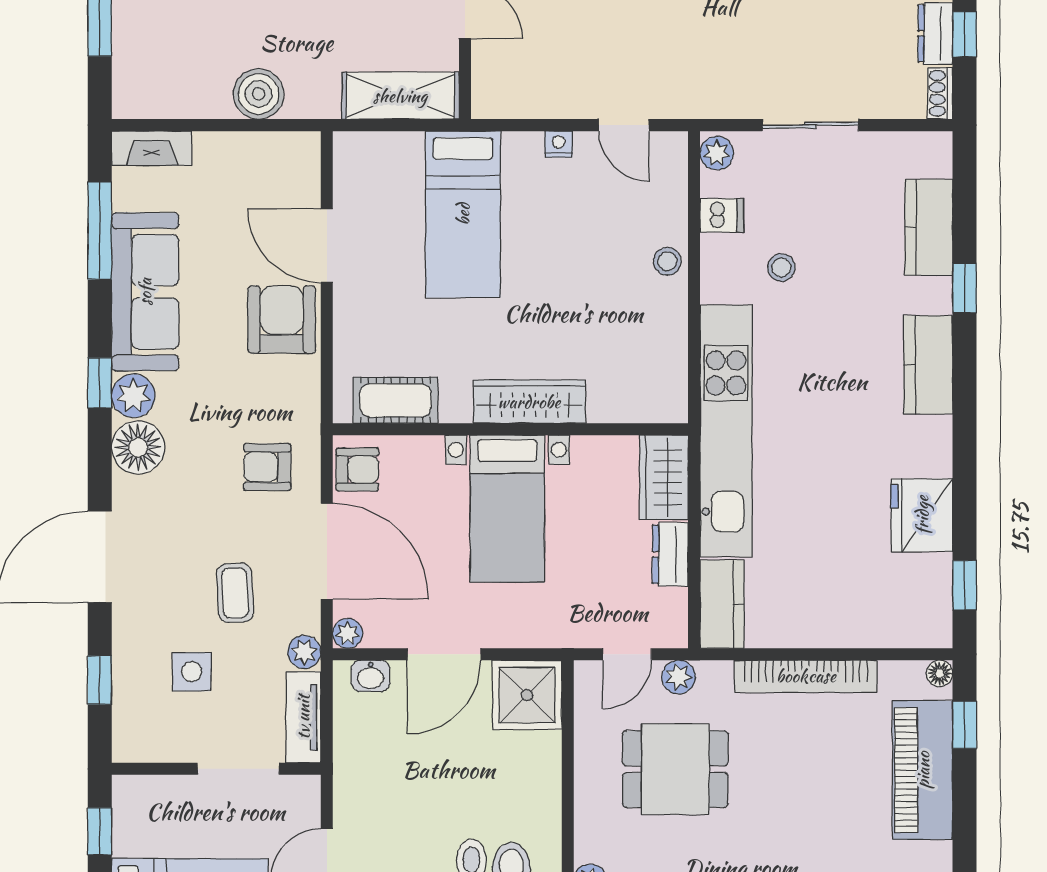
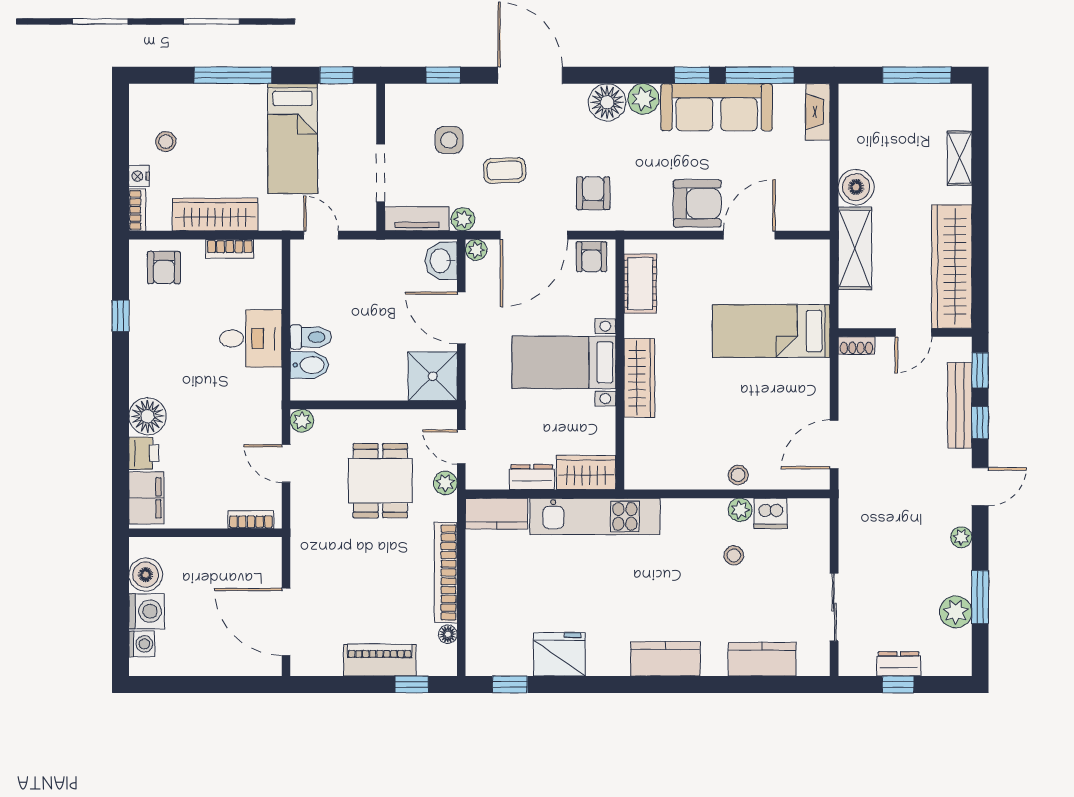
shoe rack: (940, 93) -> (856, 346), moved, turned 180
shelving: (400, 96) -> (855, 248), moved
door: (624, 125) -> (834, 444), width x1.38
sliding door: (810, 125) -> (834, 607), moved
nightstand: (559, 144) -> (821, 399), removed
plant: (717, 153) -> (740, 510), moved
dishwasher: (722, 215) -> (771, 513), width x1.38
window: (965, 288) -> (719, 684), removed
window: (100, 383) -> (692, 75), moved
kitchen unit: (726, 431) -> (595, 516), width x0.73
floor lamp: (940, 673) -> (448, 634), moved
washbasin: (371, 676) -> (441, 261), width x1.38, depth x1.45
piano: (923, 770) -> (380, 660), width x0.73, depth x0.75

